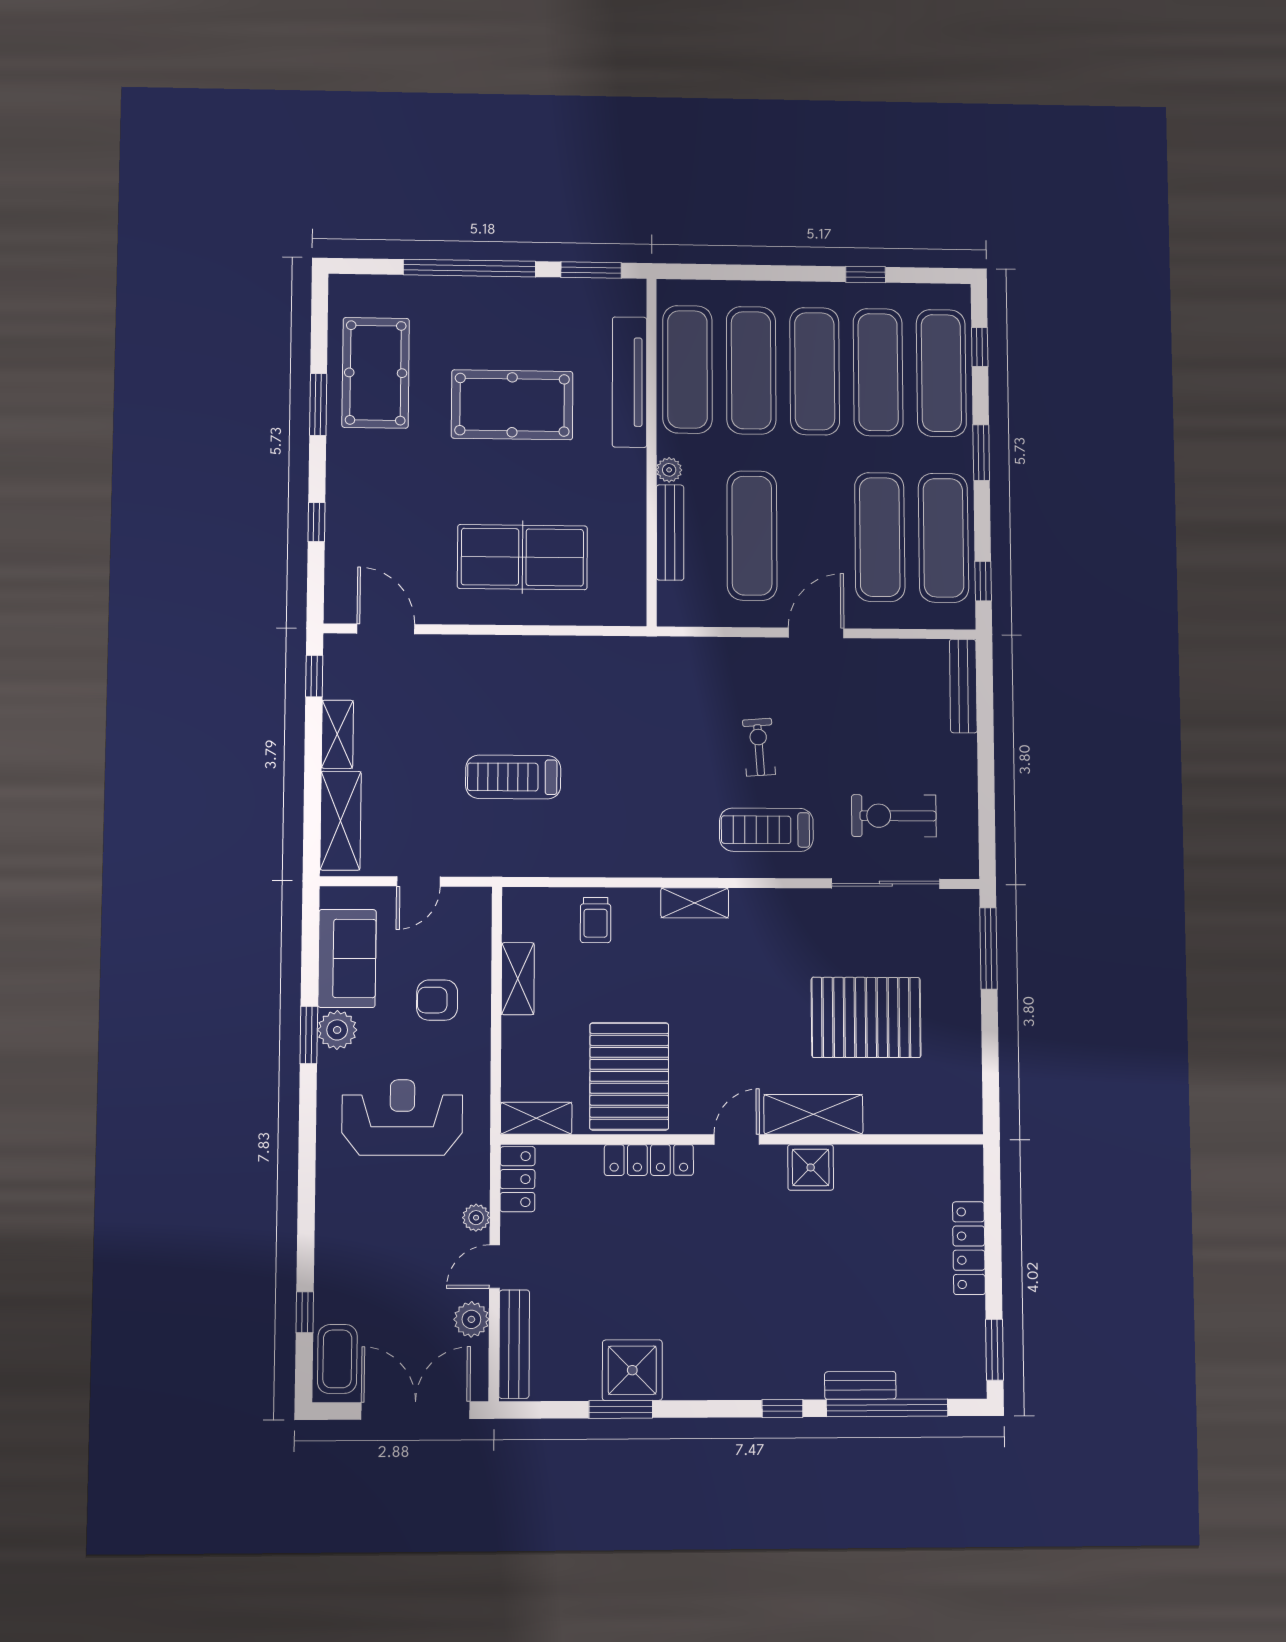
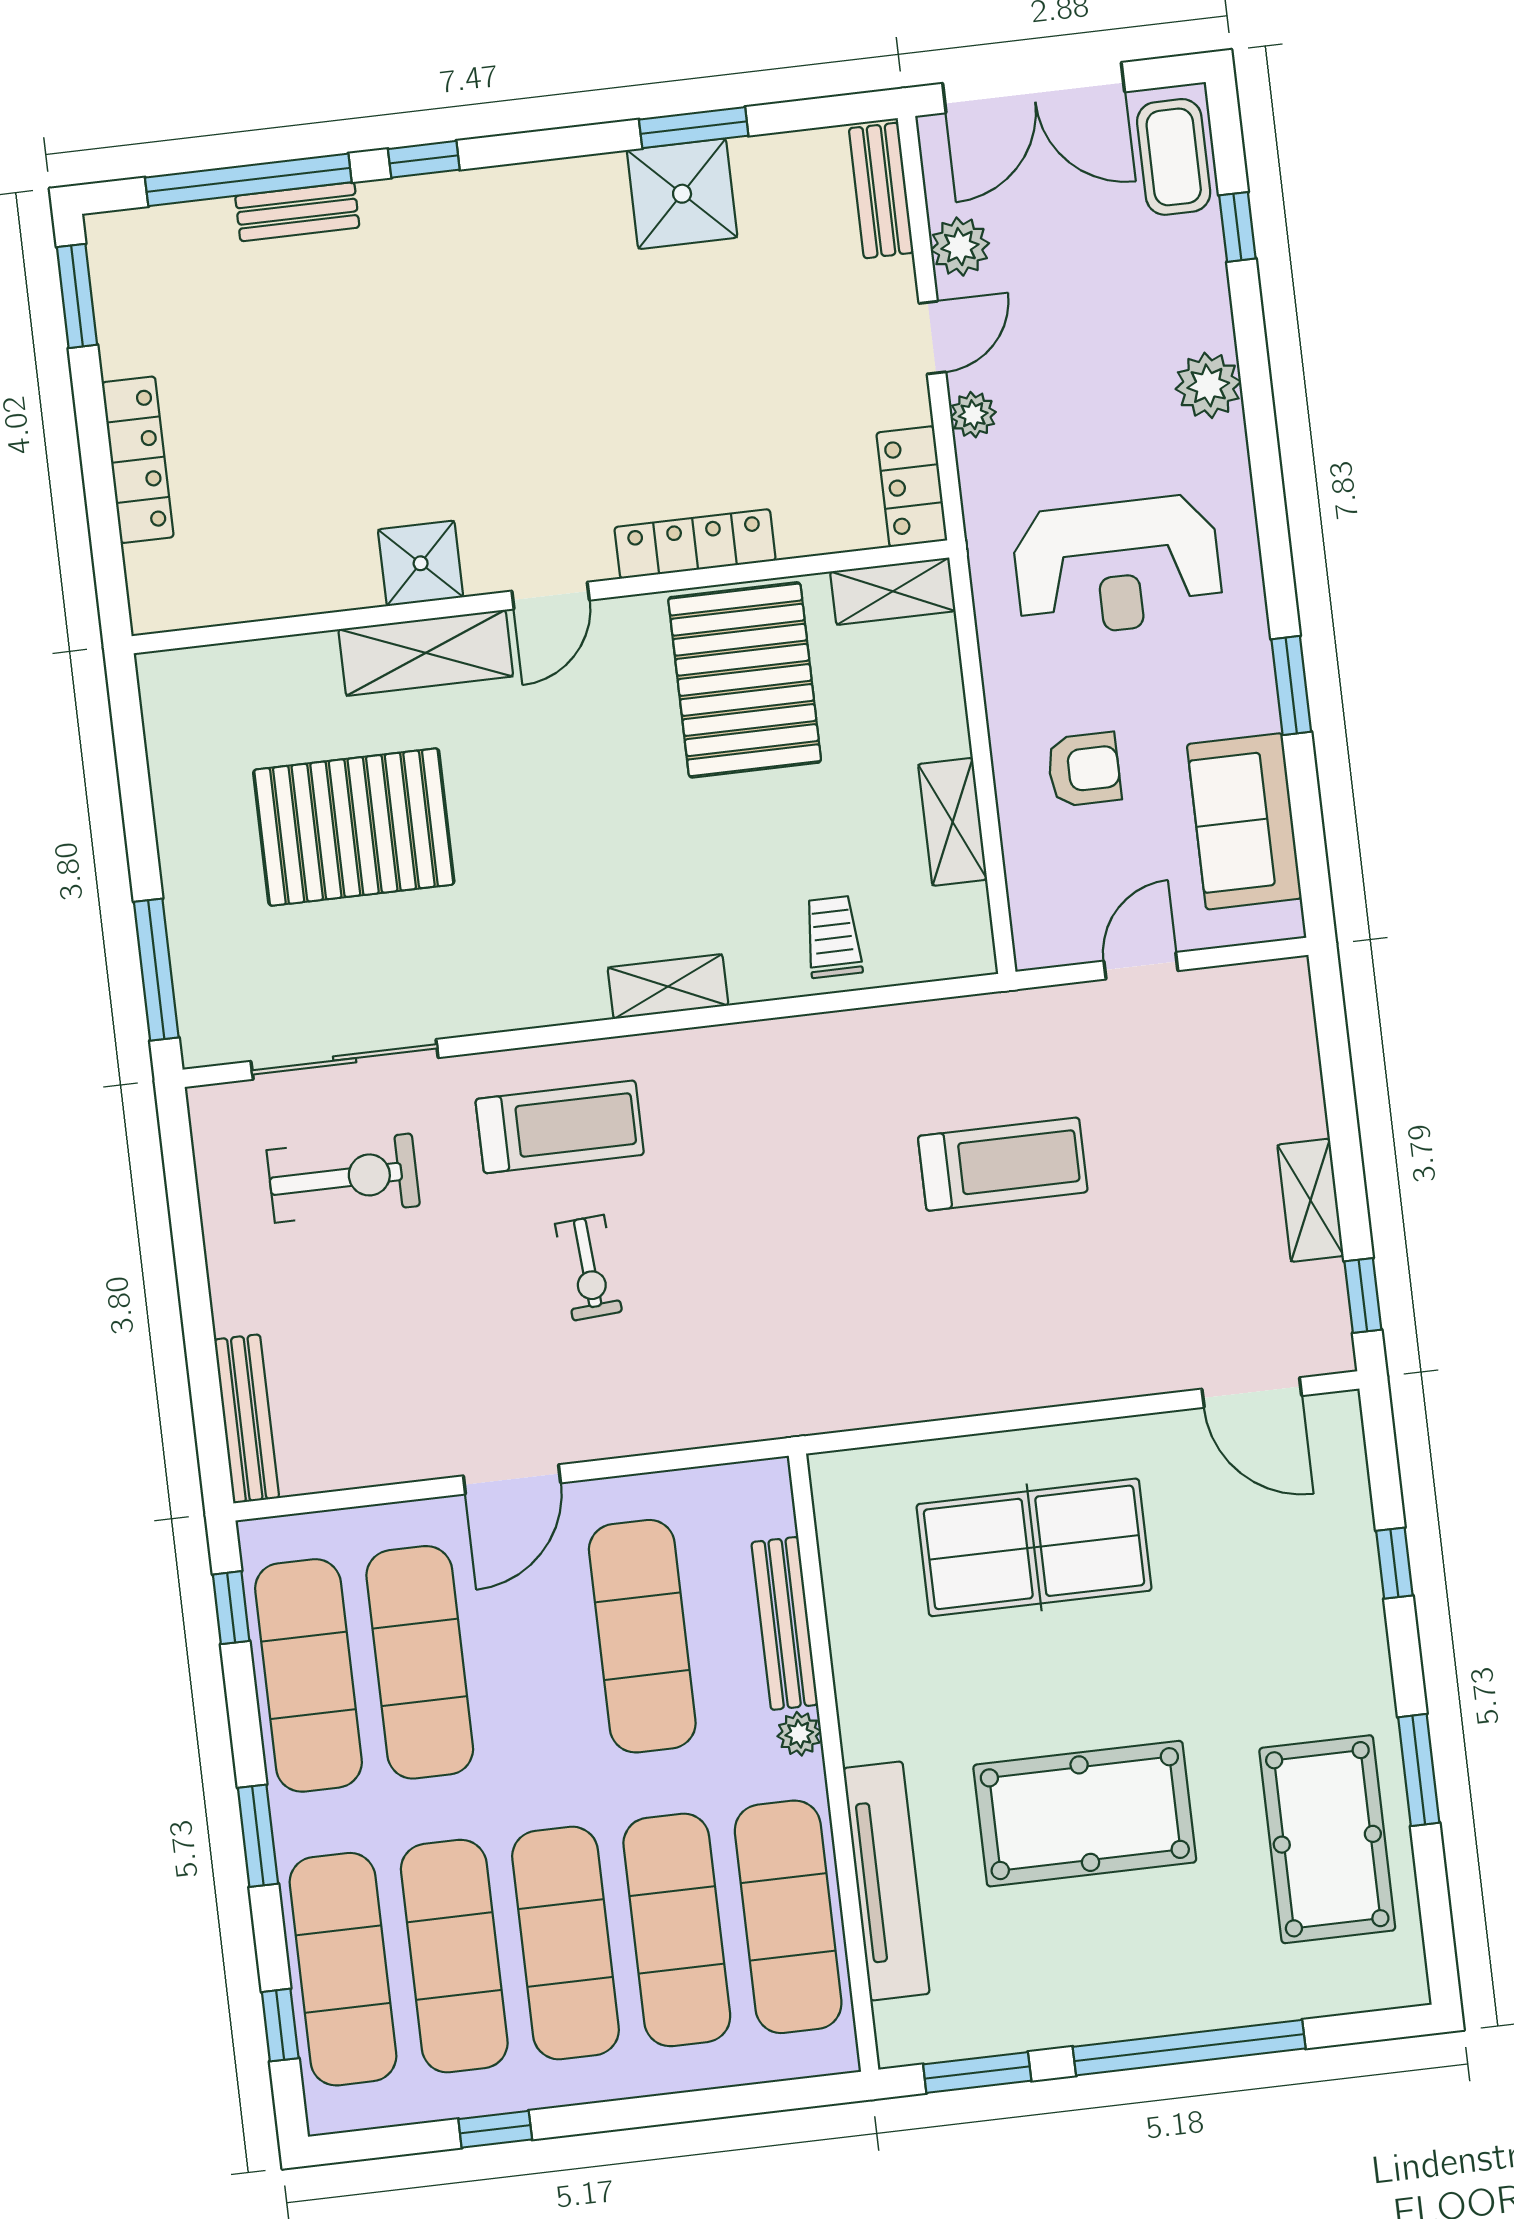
shelving: (341, 821) -> (1286, 1053), removed
plant: (337, 1030) -> (1208, 385), moved
bench: (514, 1344) -> (881, 191), width x0.73

